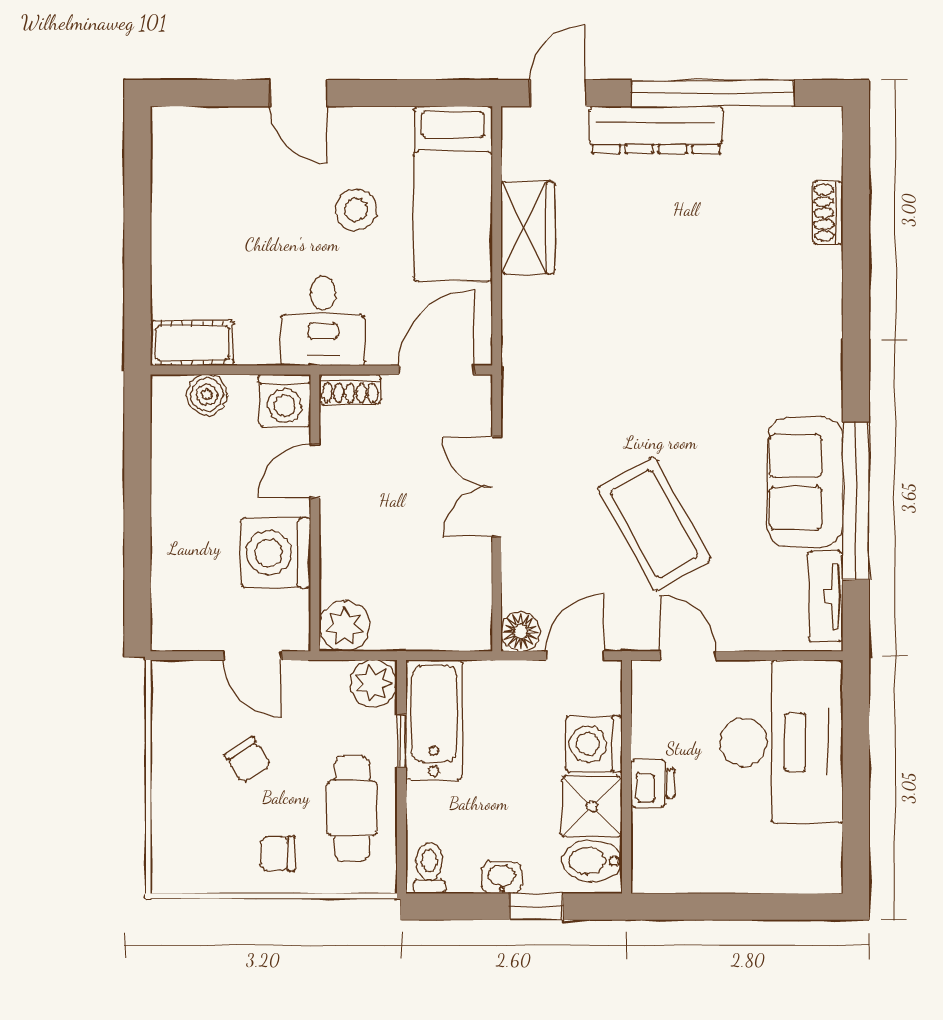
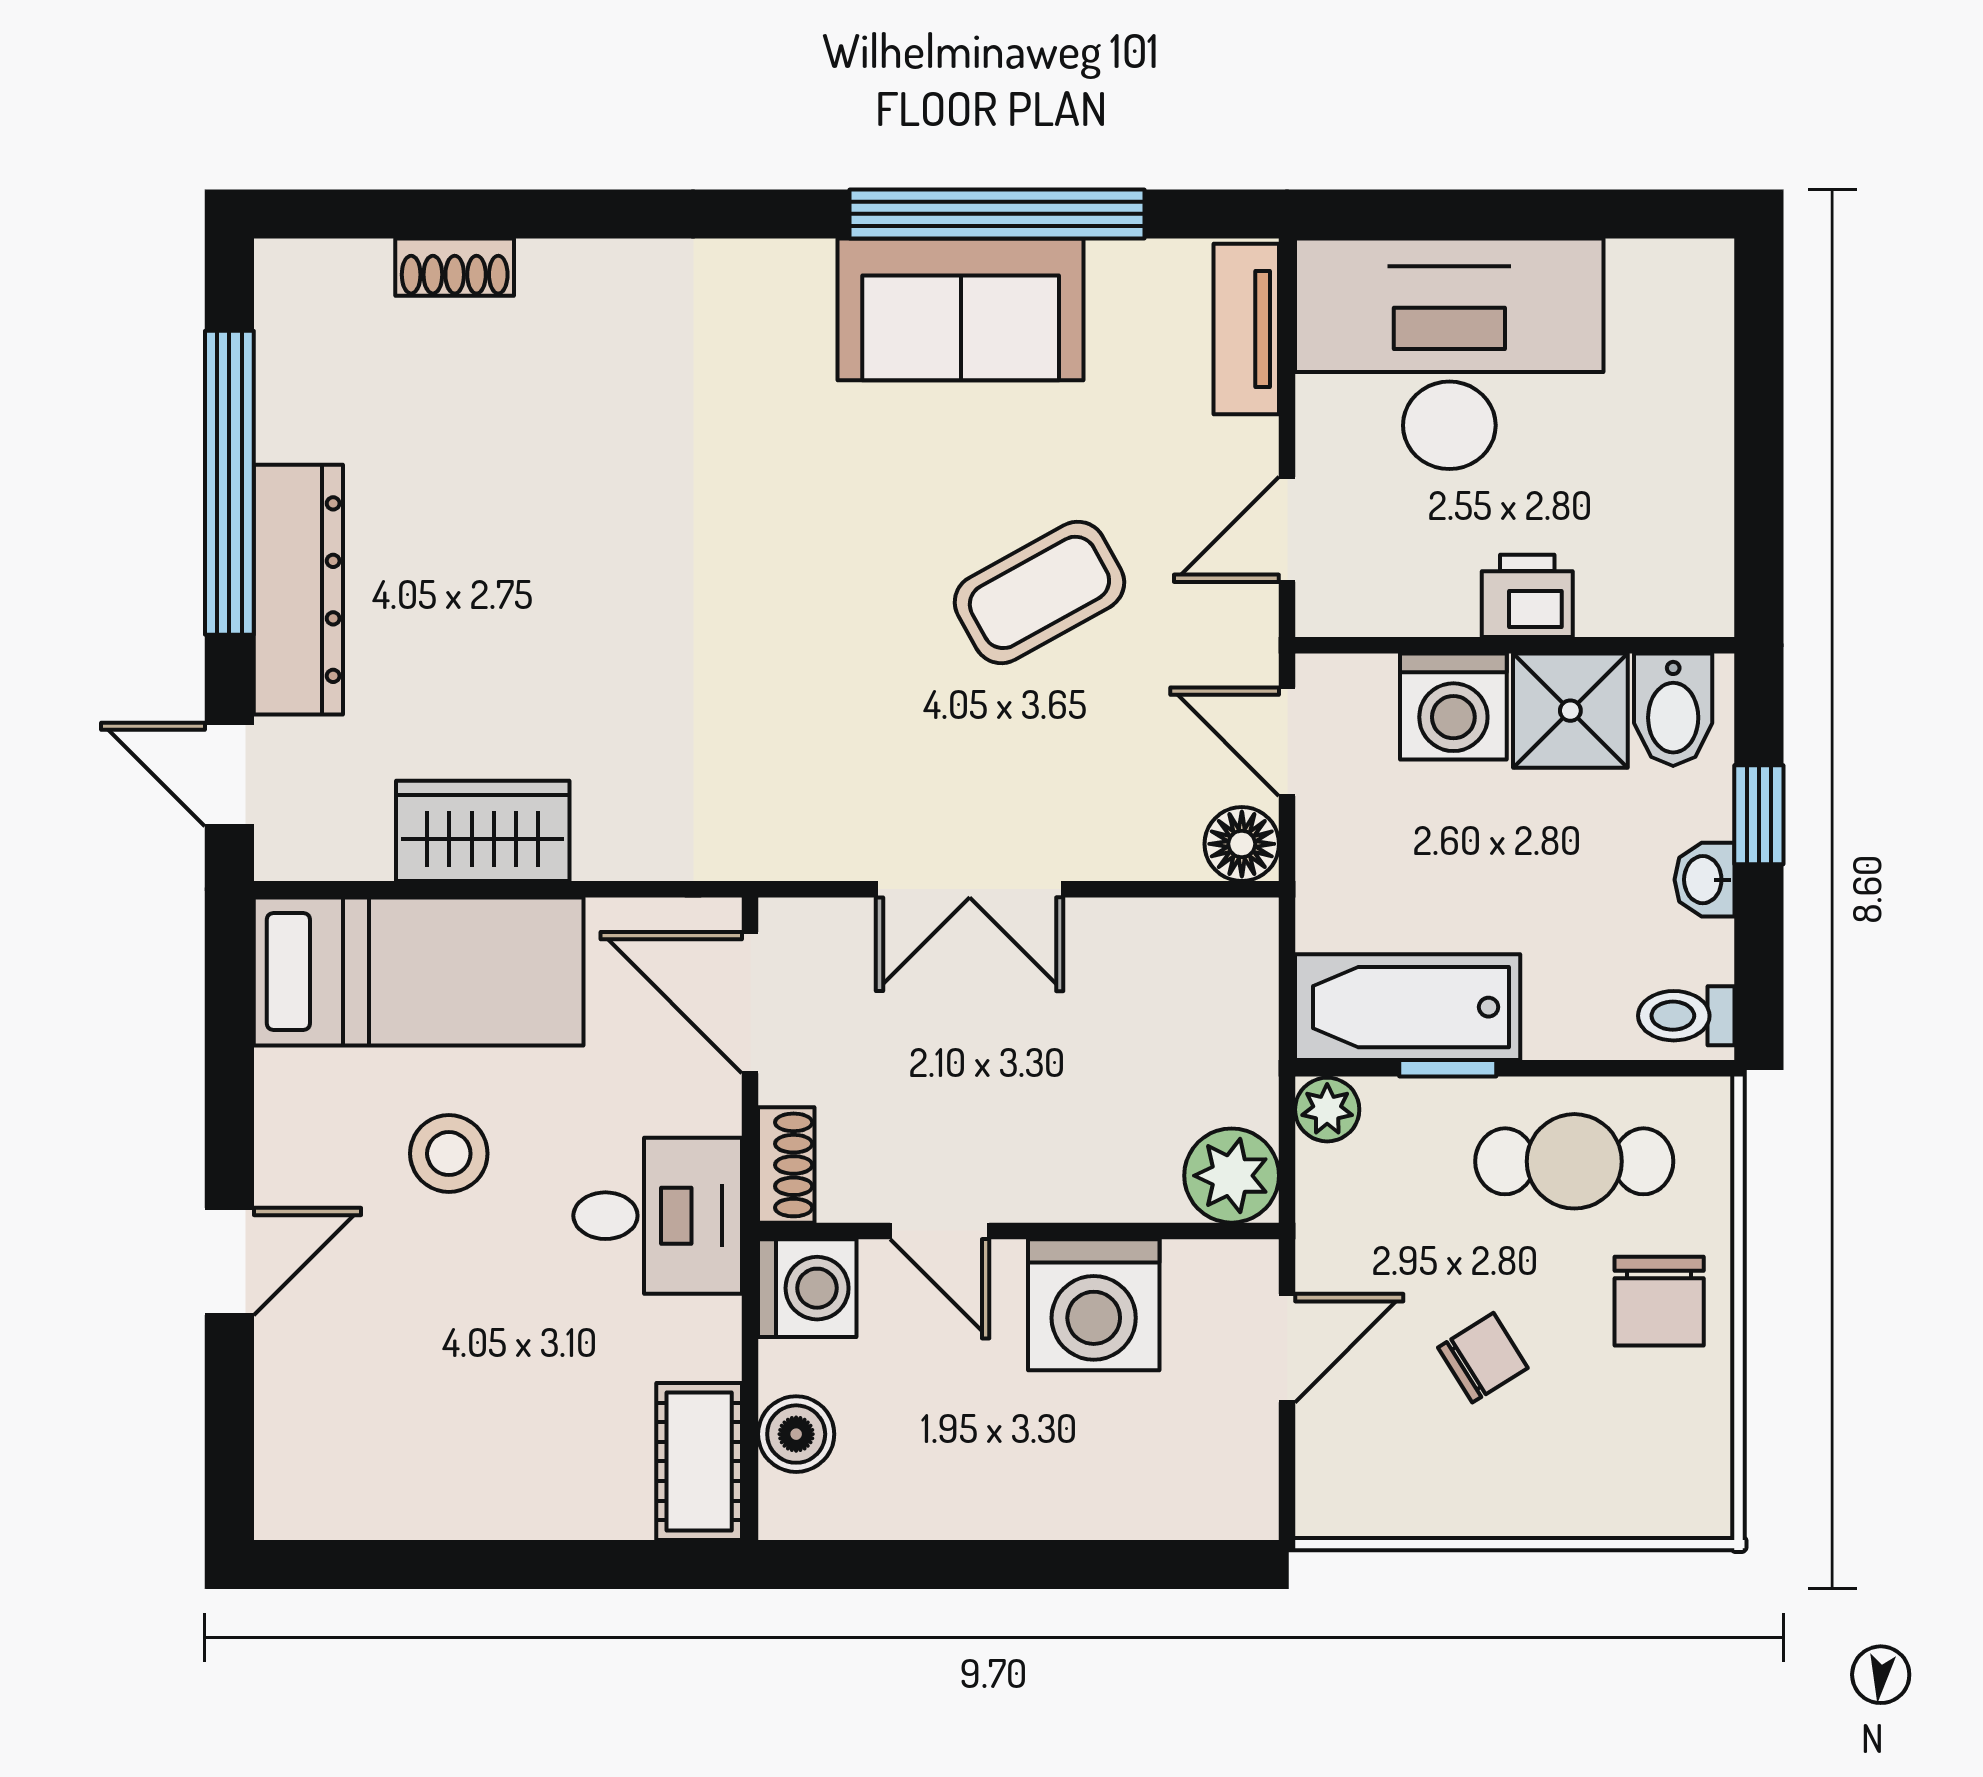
coffee table: (655, 524) -> (1039, 592), width x0.73, depth x0.76
tv unit: (826, 596) -> (1246, 329), moved, turned 90
plant: (373, 683) -> (1327, 1110), width x0.73, depth x0.73
chair: (278, 854) -> (1659, 1301), width x1.37, depth x1.37

